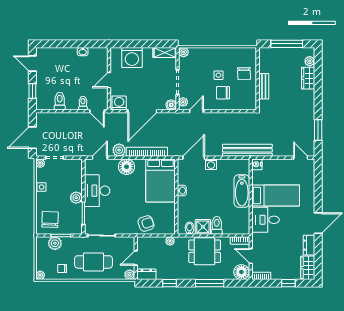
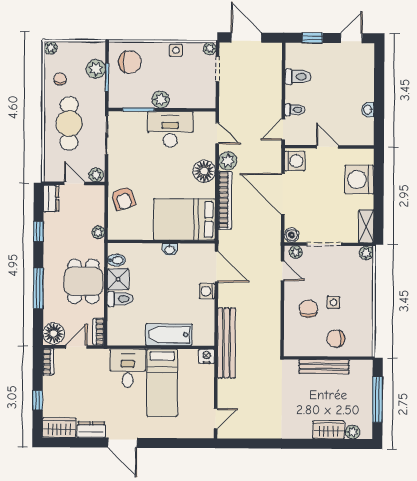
bench: (264, 86) -> (324, 367), width x1.36
window: (318, 130) -> (255, 443), removed
plant: (130, 275) -> (96, 175), moved

